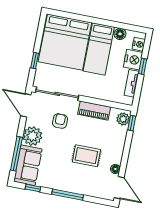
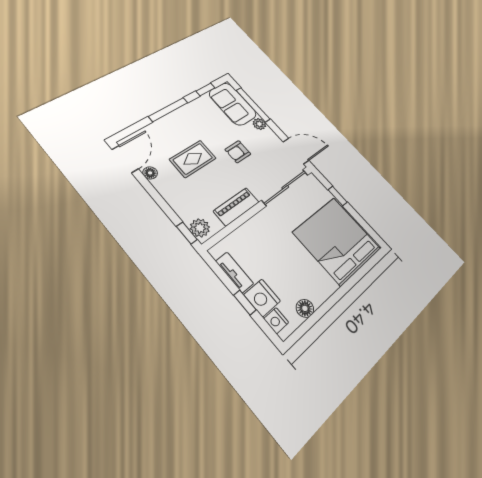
bed: (99, 49) -> (304, 269), removed
armchair: (60, 121) -> (238, 152), moved, turned 90
plant: (32, 136) -> (259, 124), width x0.53, depth x0.53
door: (119, 188) -> (125, 159), swing flipped

